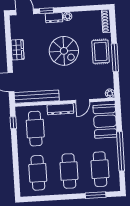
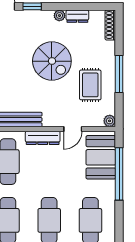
dresser: (54, 18) -> (77, 16), moved
rug: (101, 52) -> (90, 85), moved
window: (121, 151) -> (119, 174), moved

